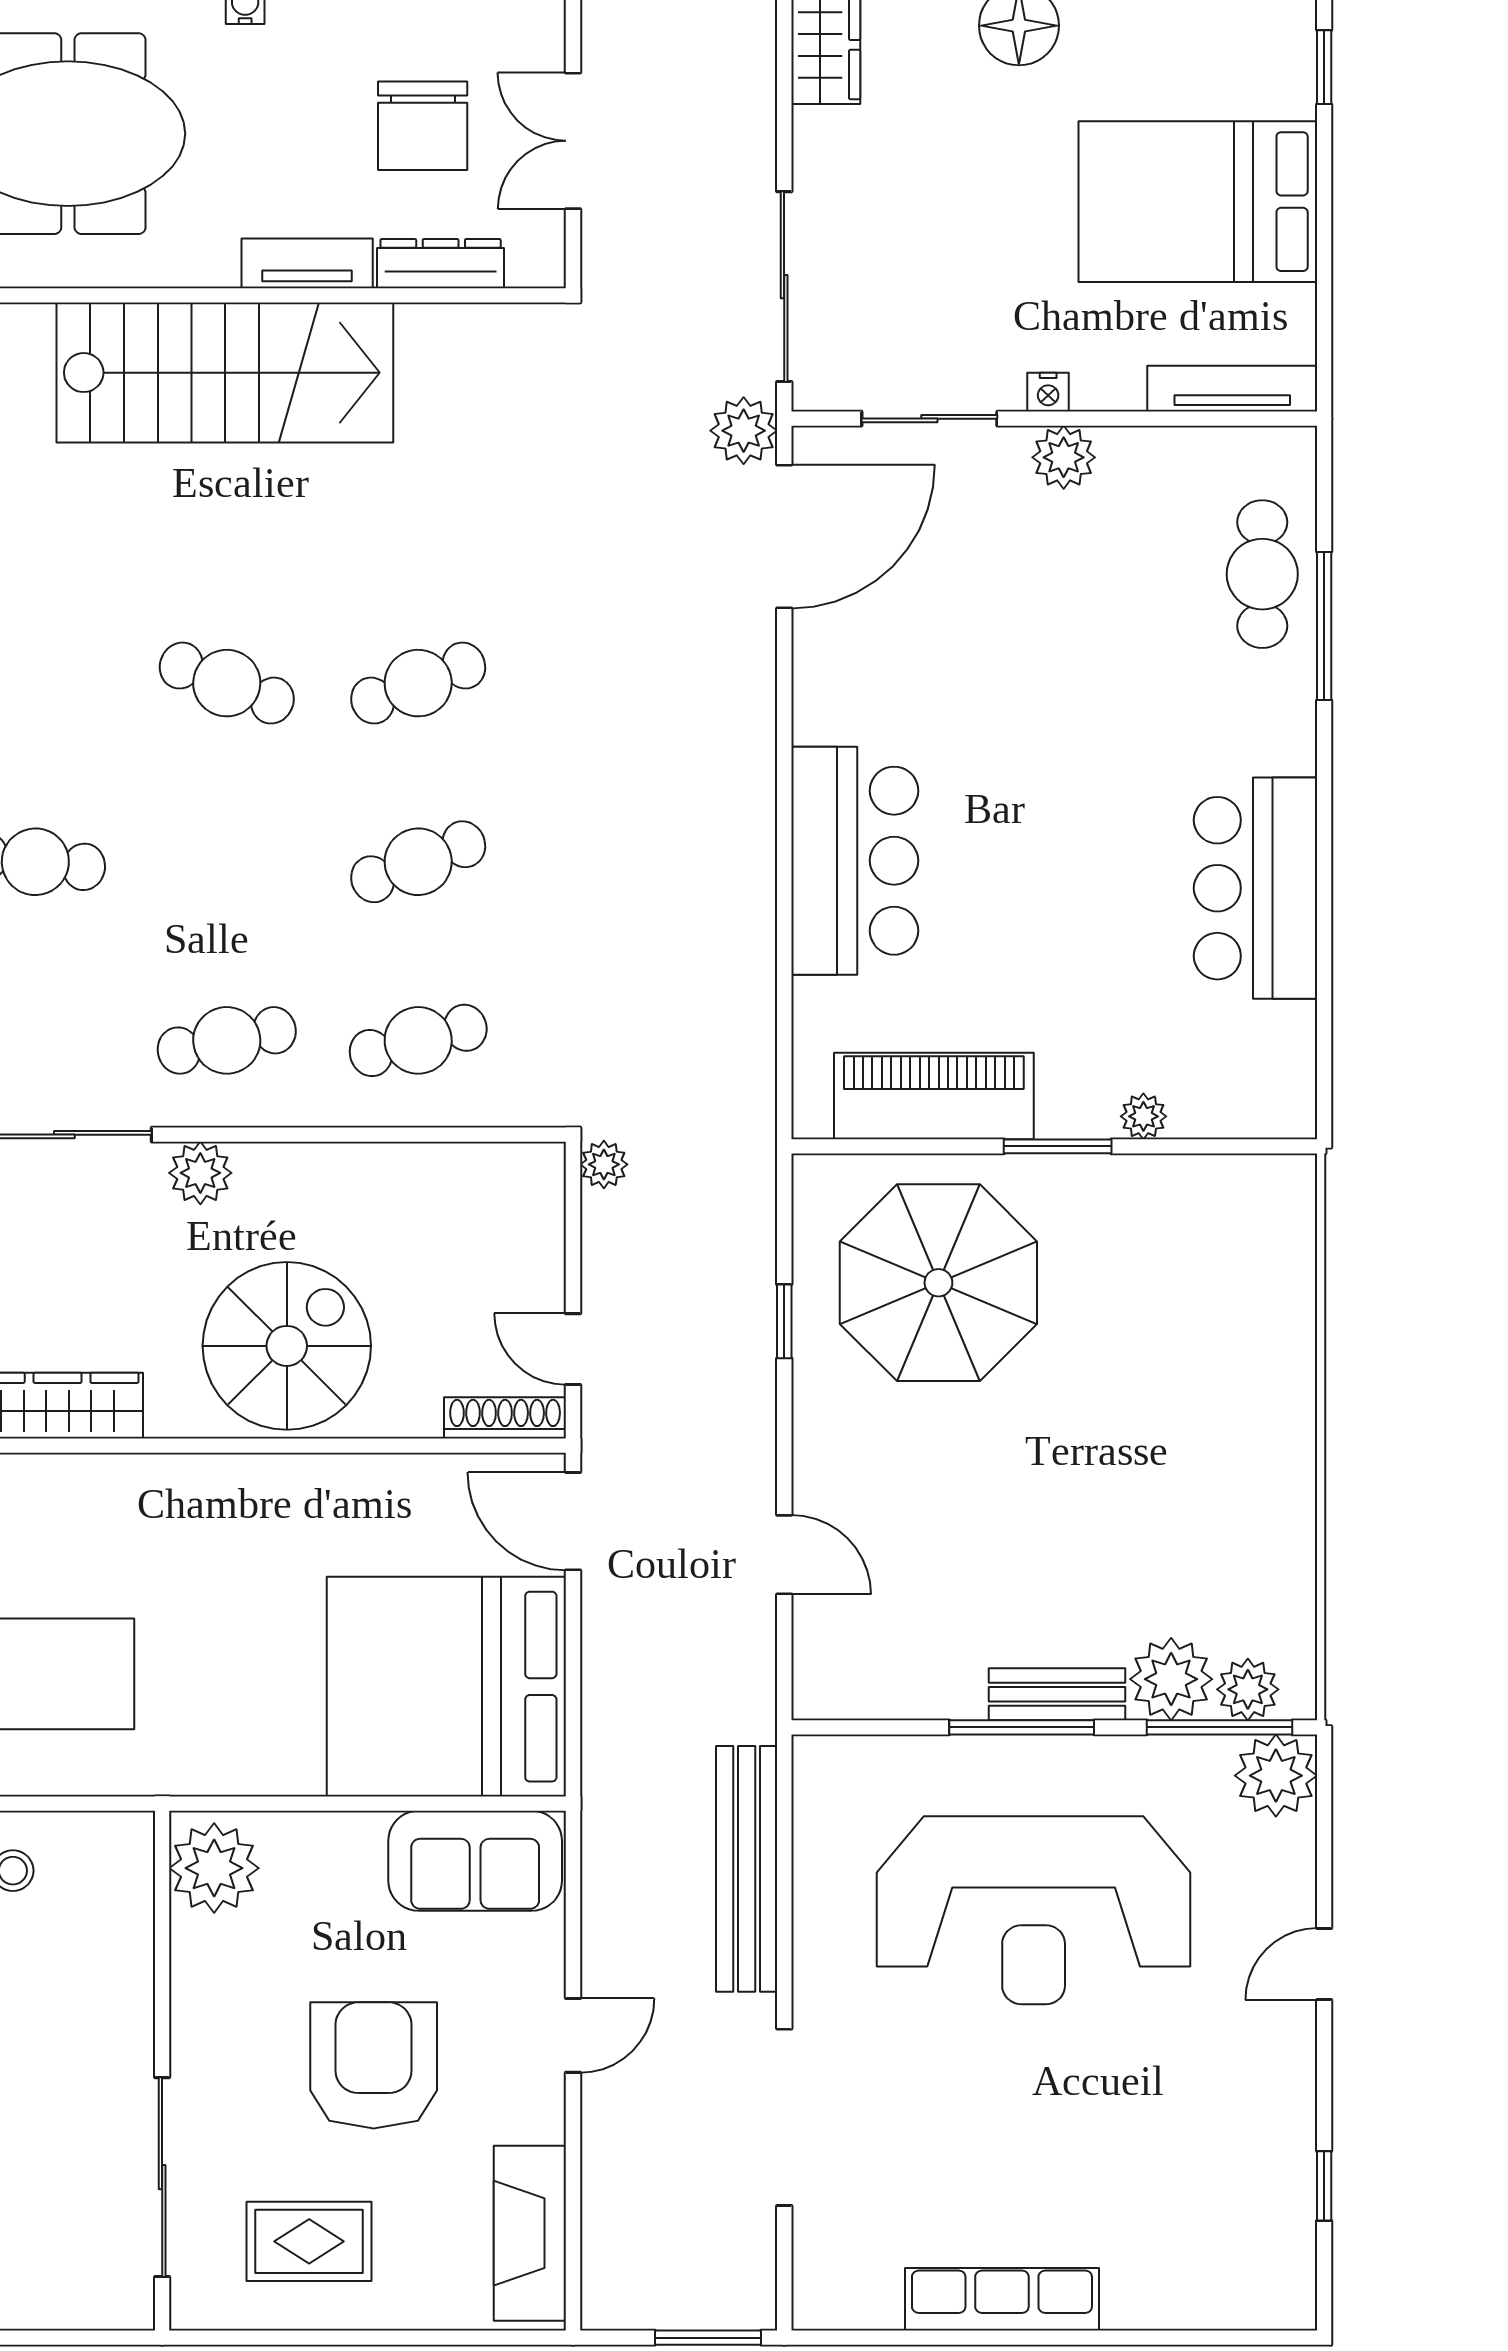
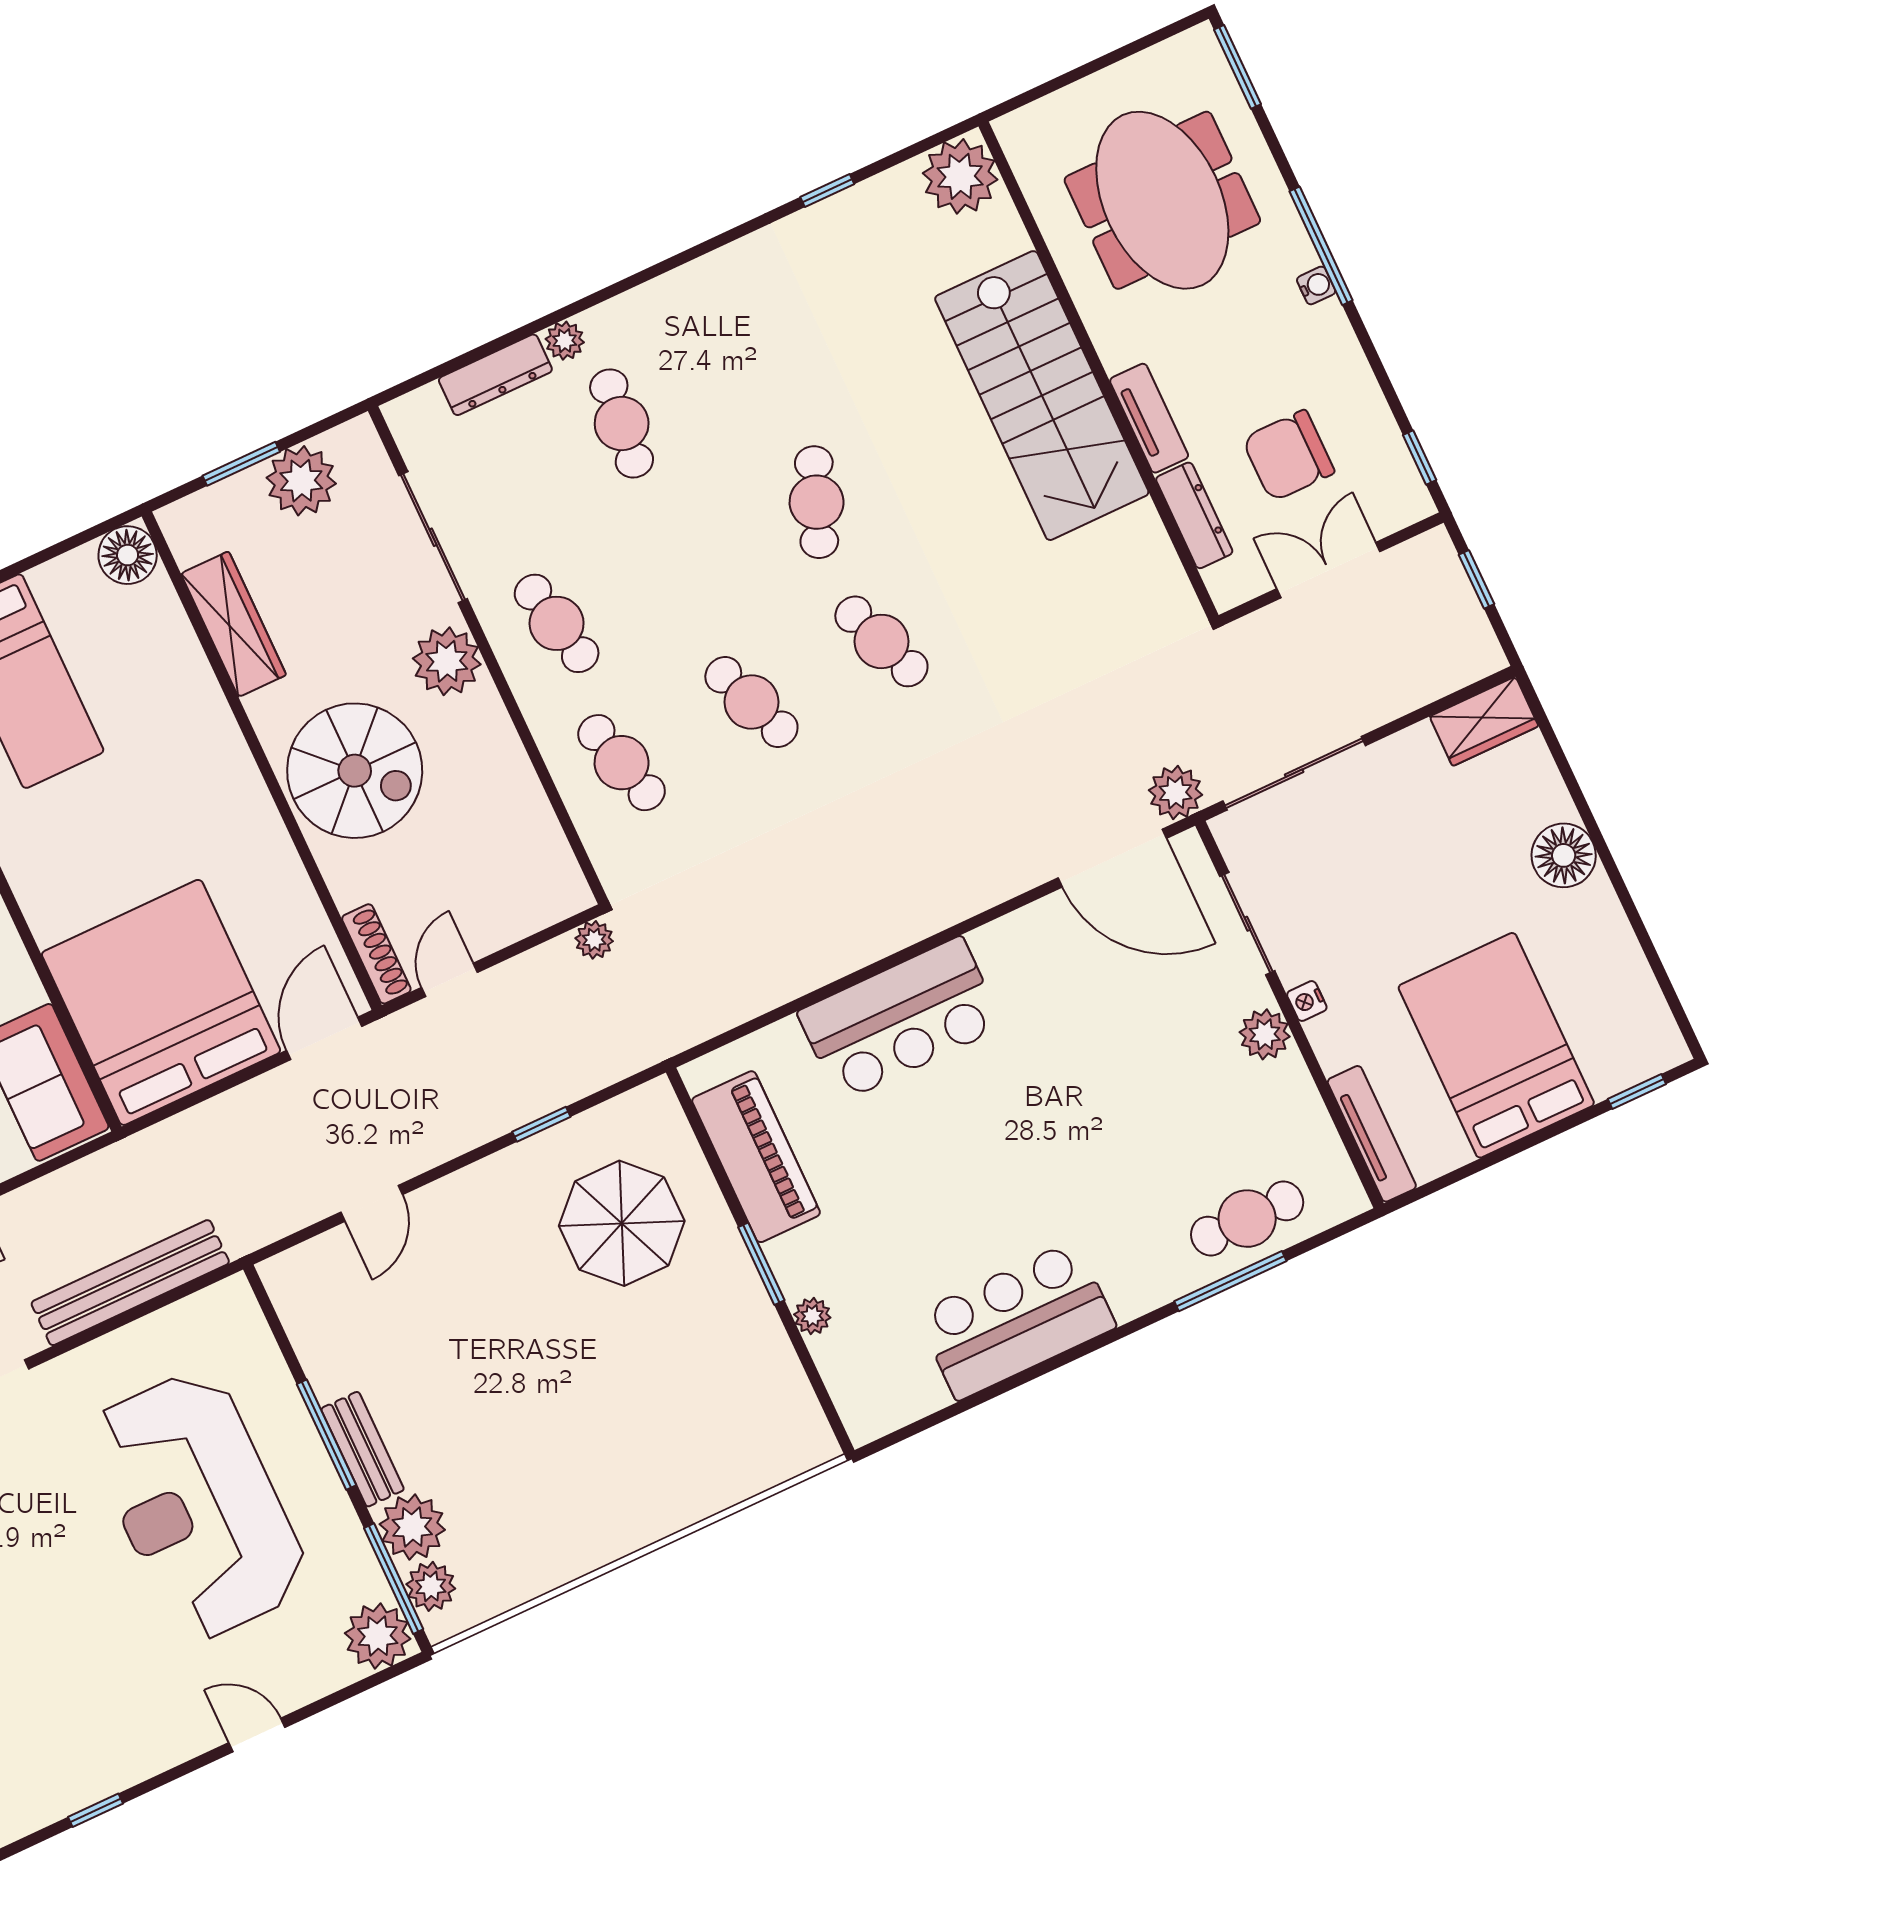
plant: (200, 1173) -> (447, 661), width x1.36, depth x1.36
parasol: (938, 1283) -> (622, 1223), width x0.73, depth x0.73

